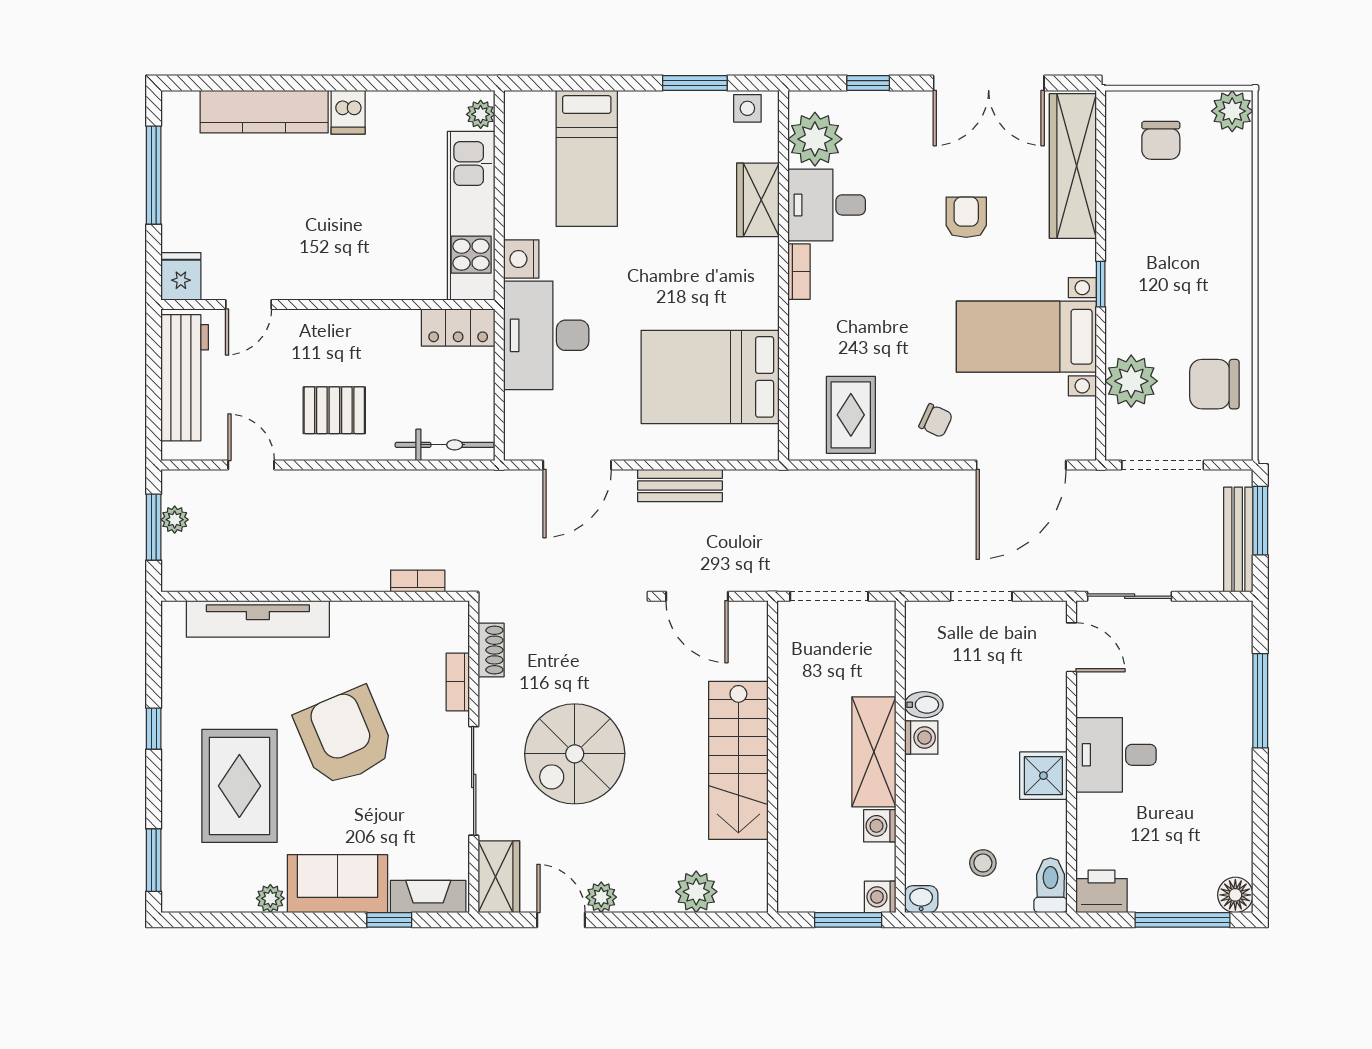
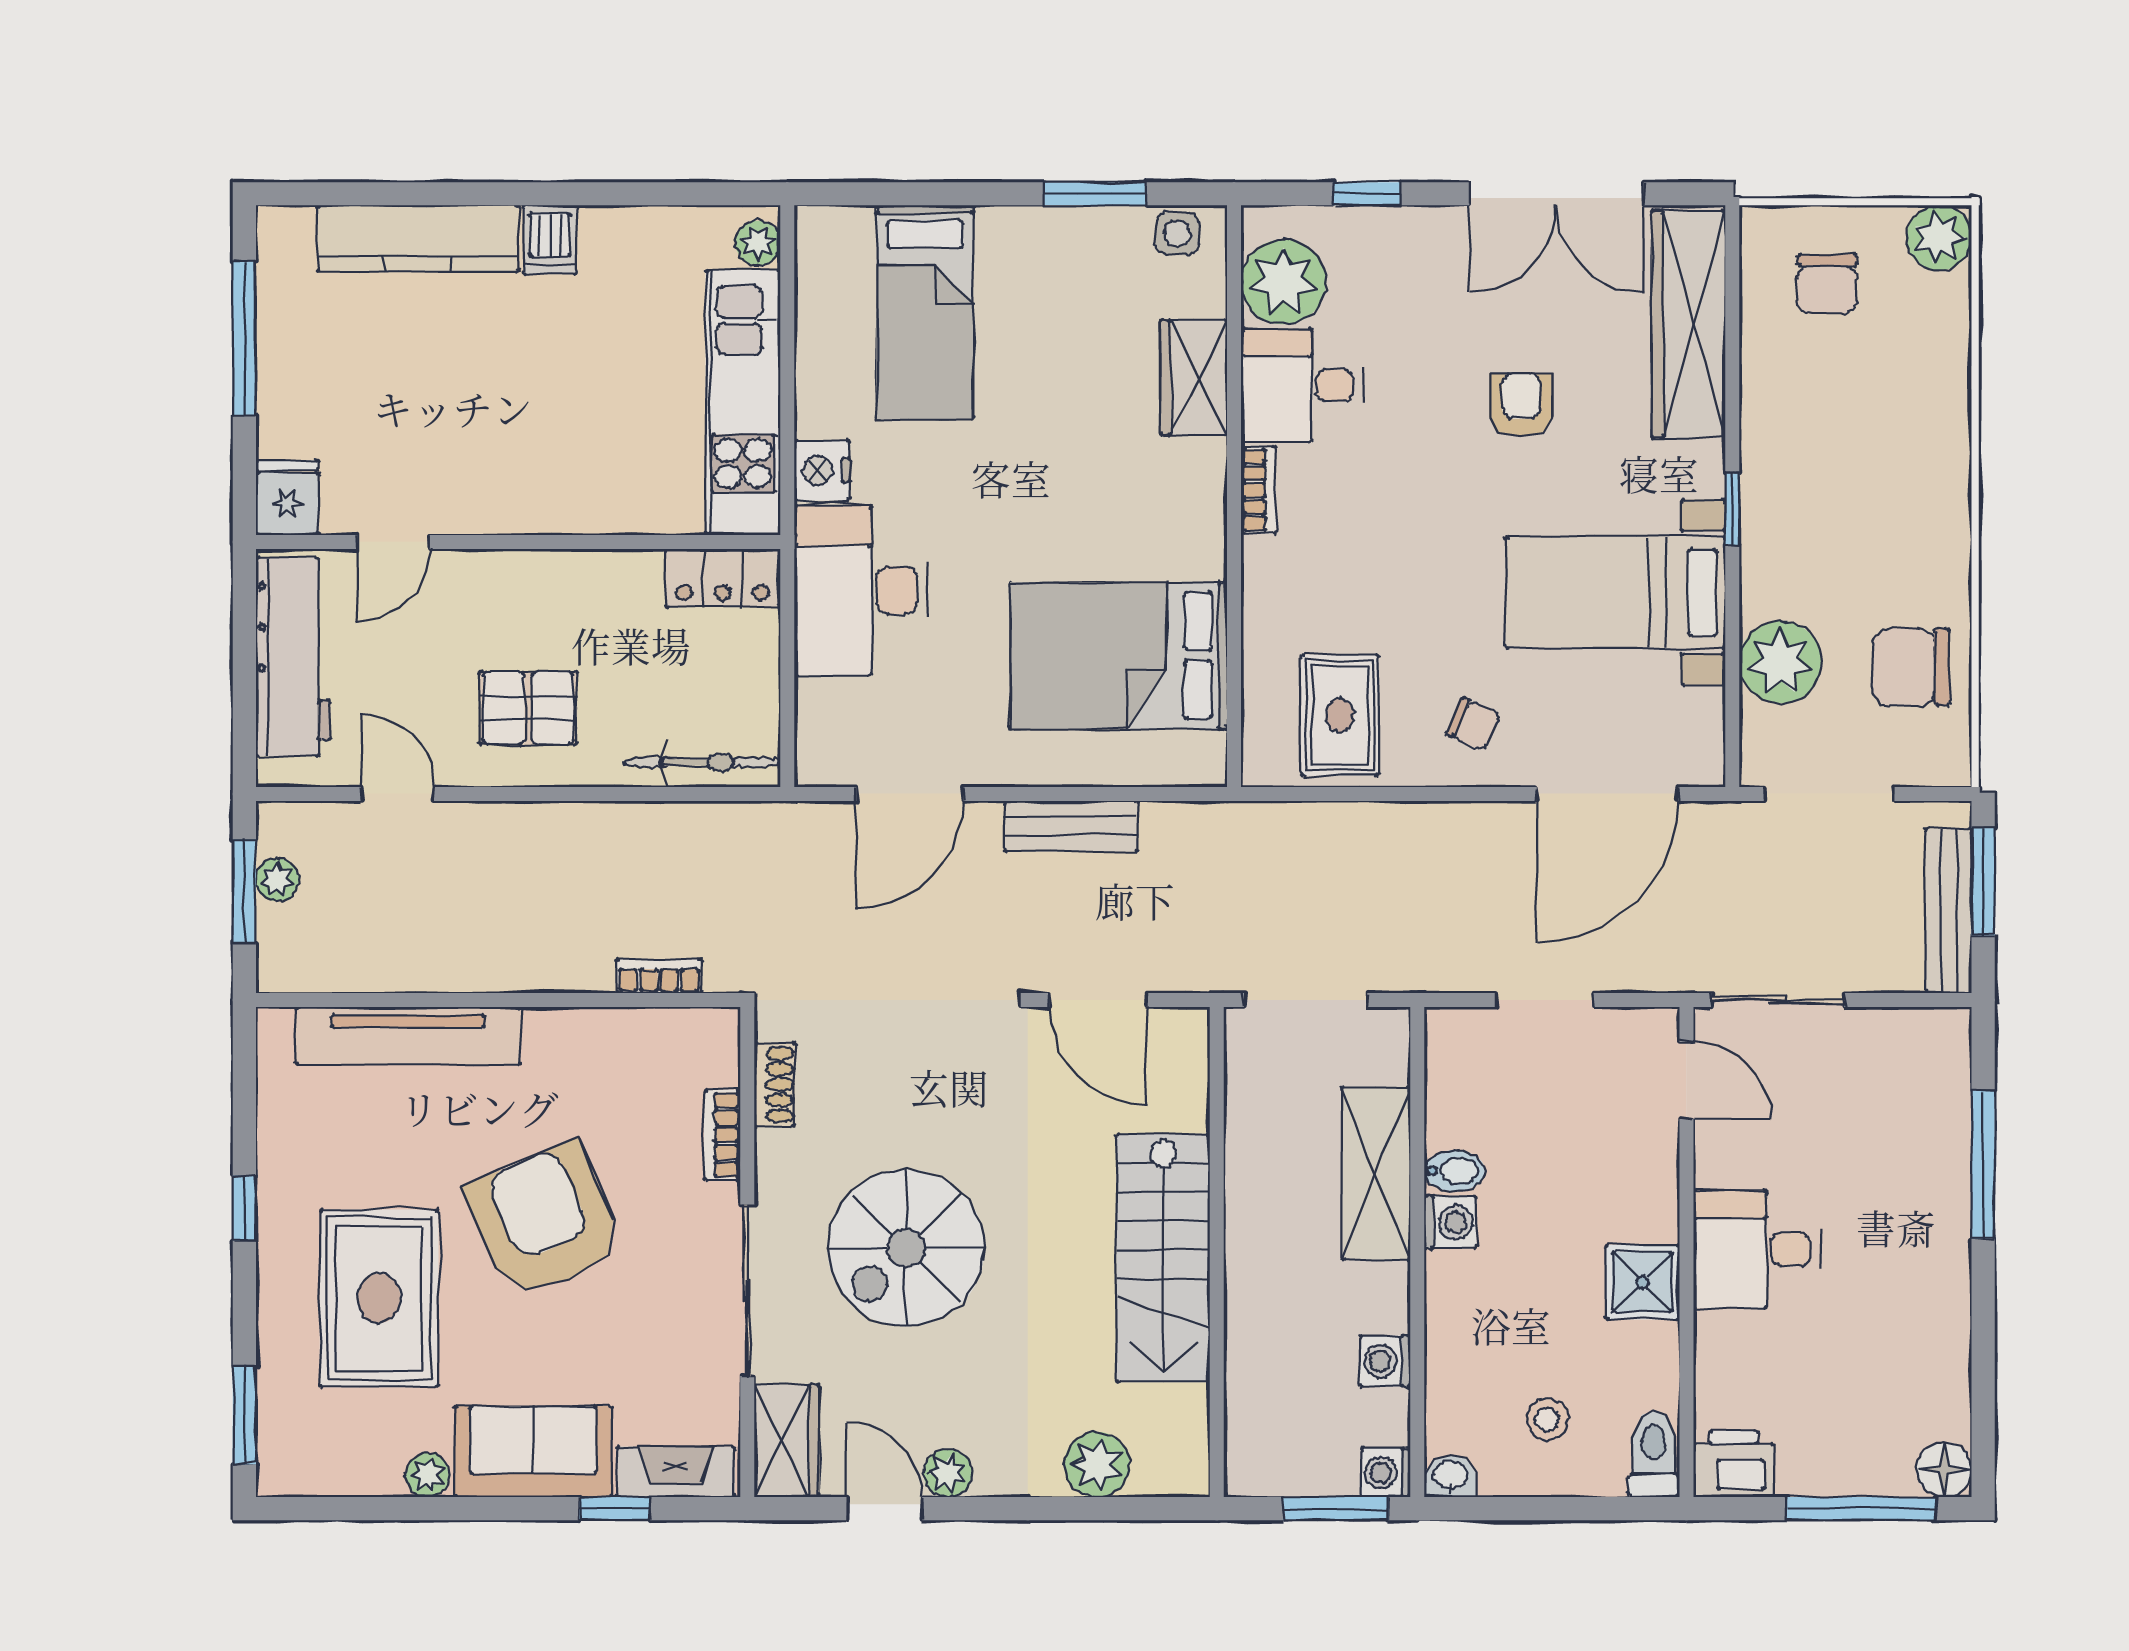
shelving: (874, 752) -> (1376, 1173), moved

